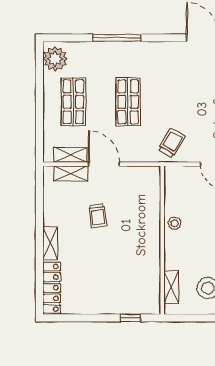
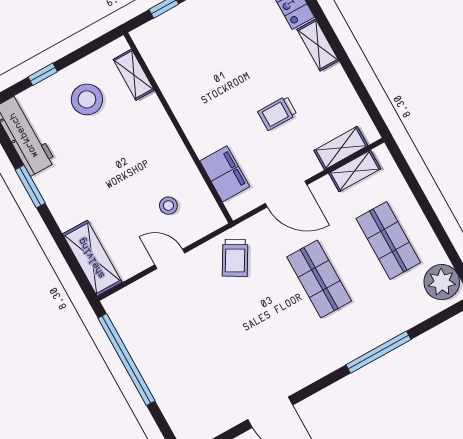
door: (104, 164) -> (286, 194), moved
filing cabinet: (150, 197) -> (225, 174), added
trolley: (98, 216) -> (277, 113), turned -83
stool: (175, 223) -> (168, 206), moved

